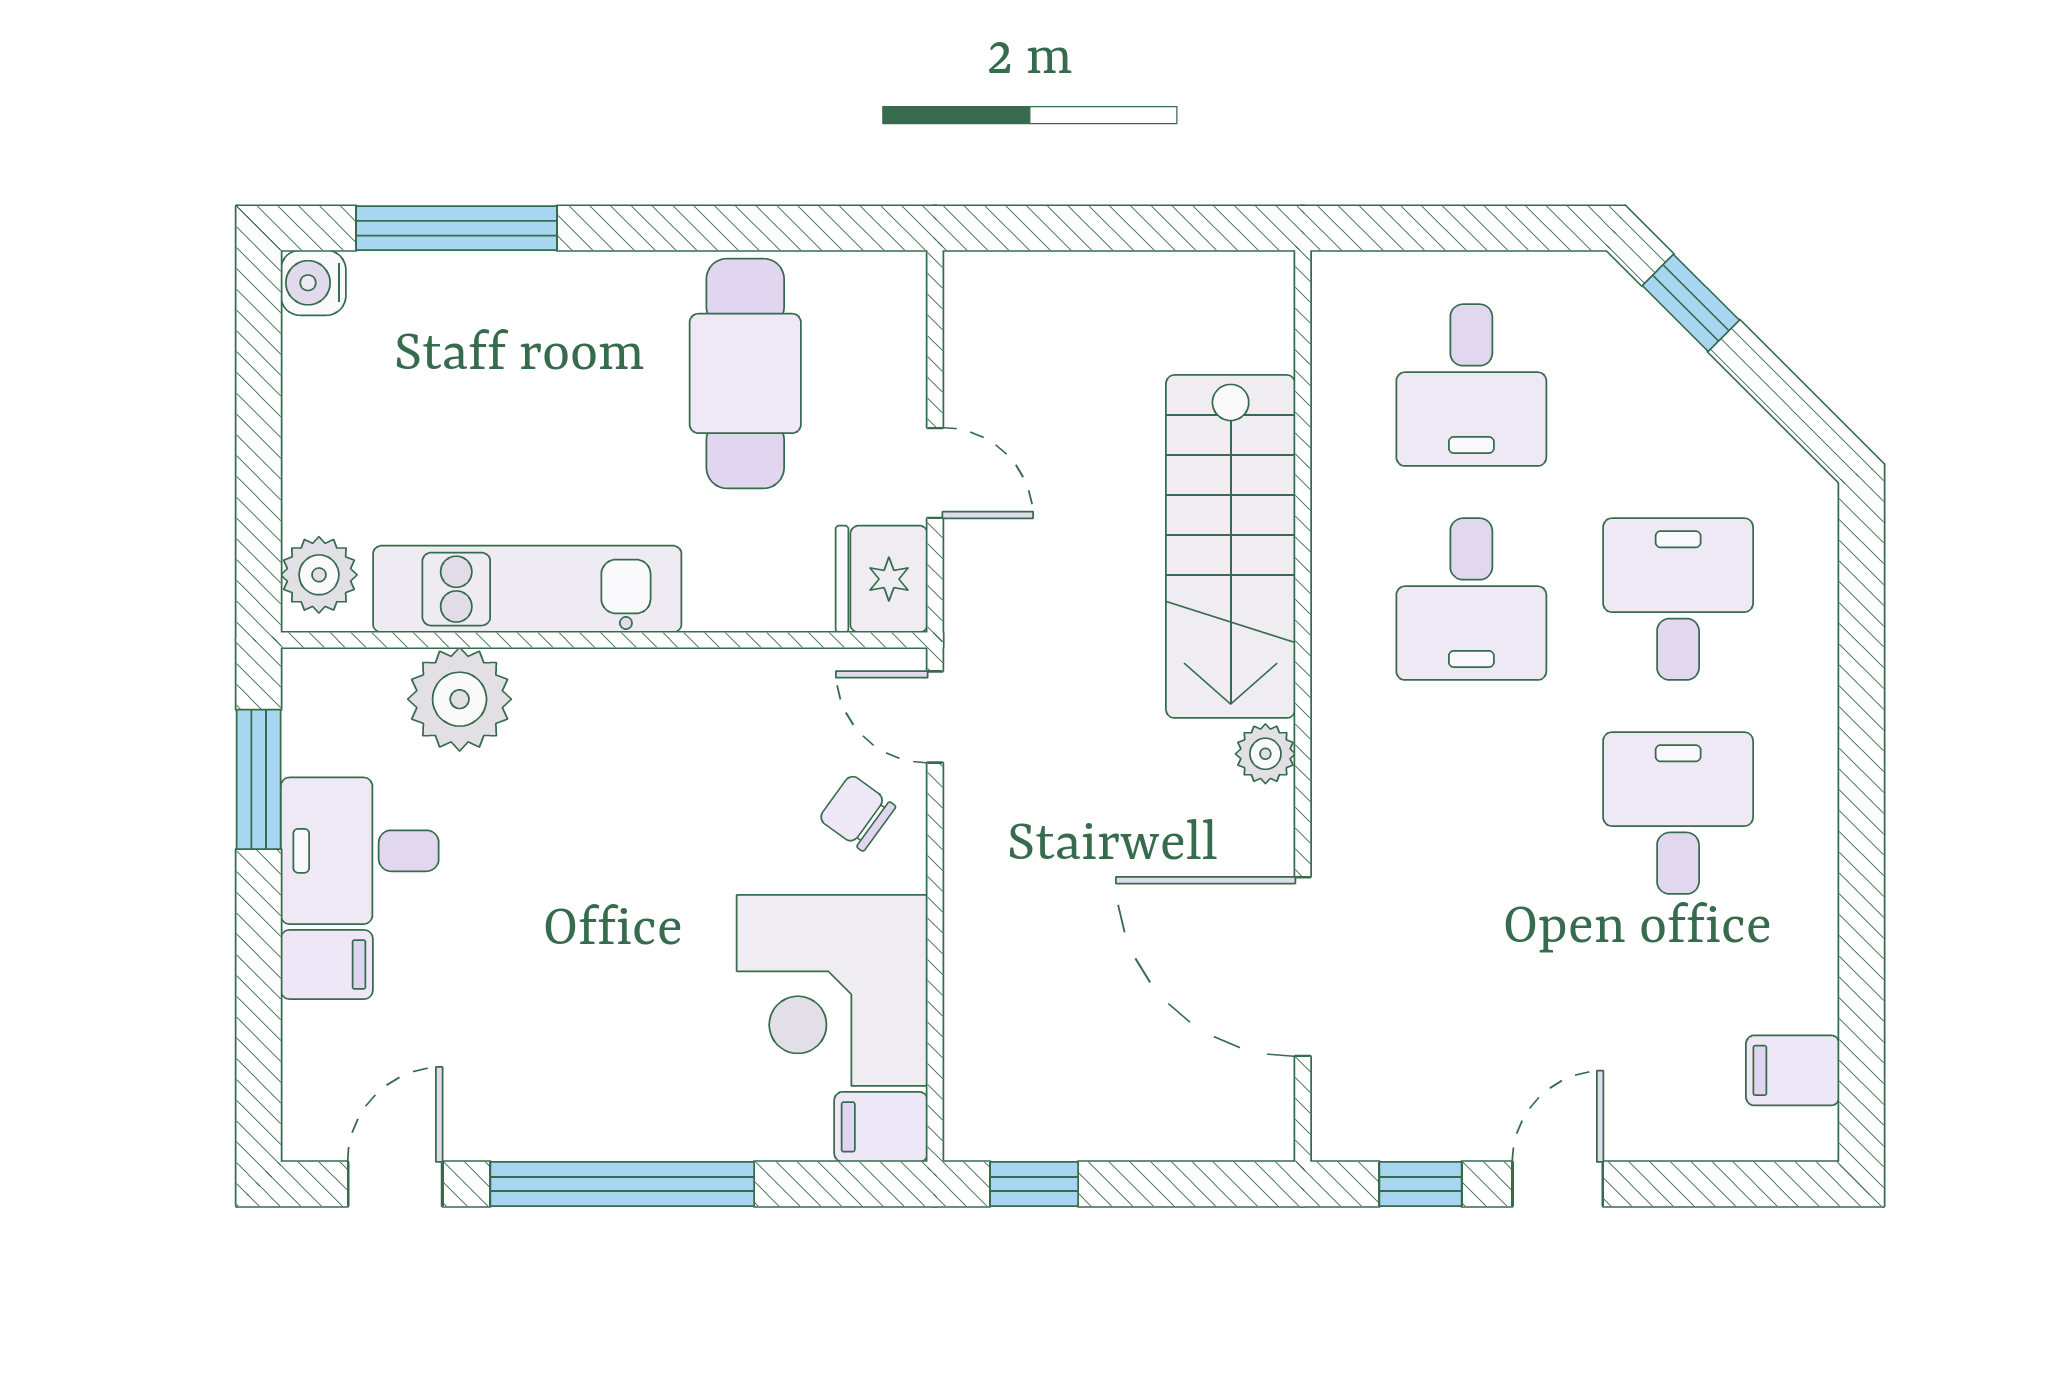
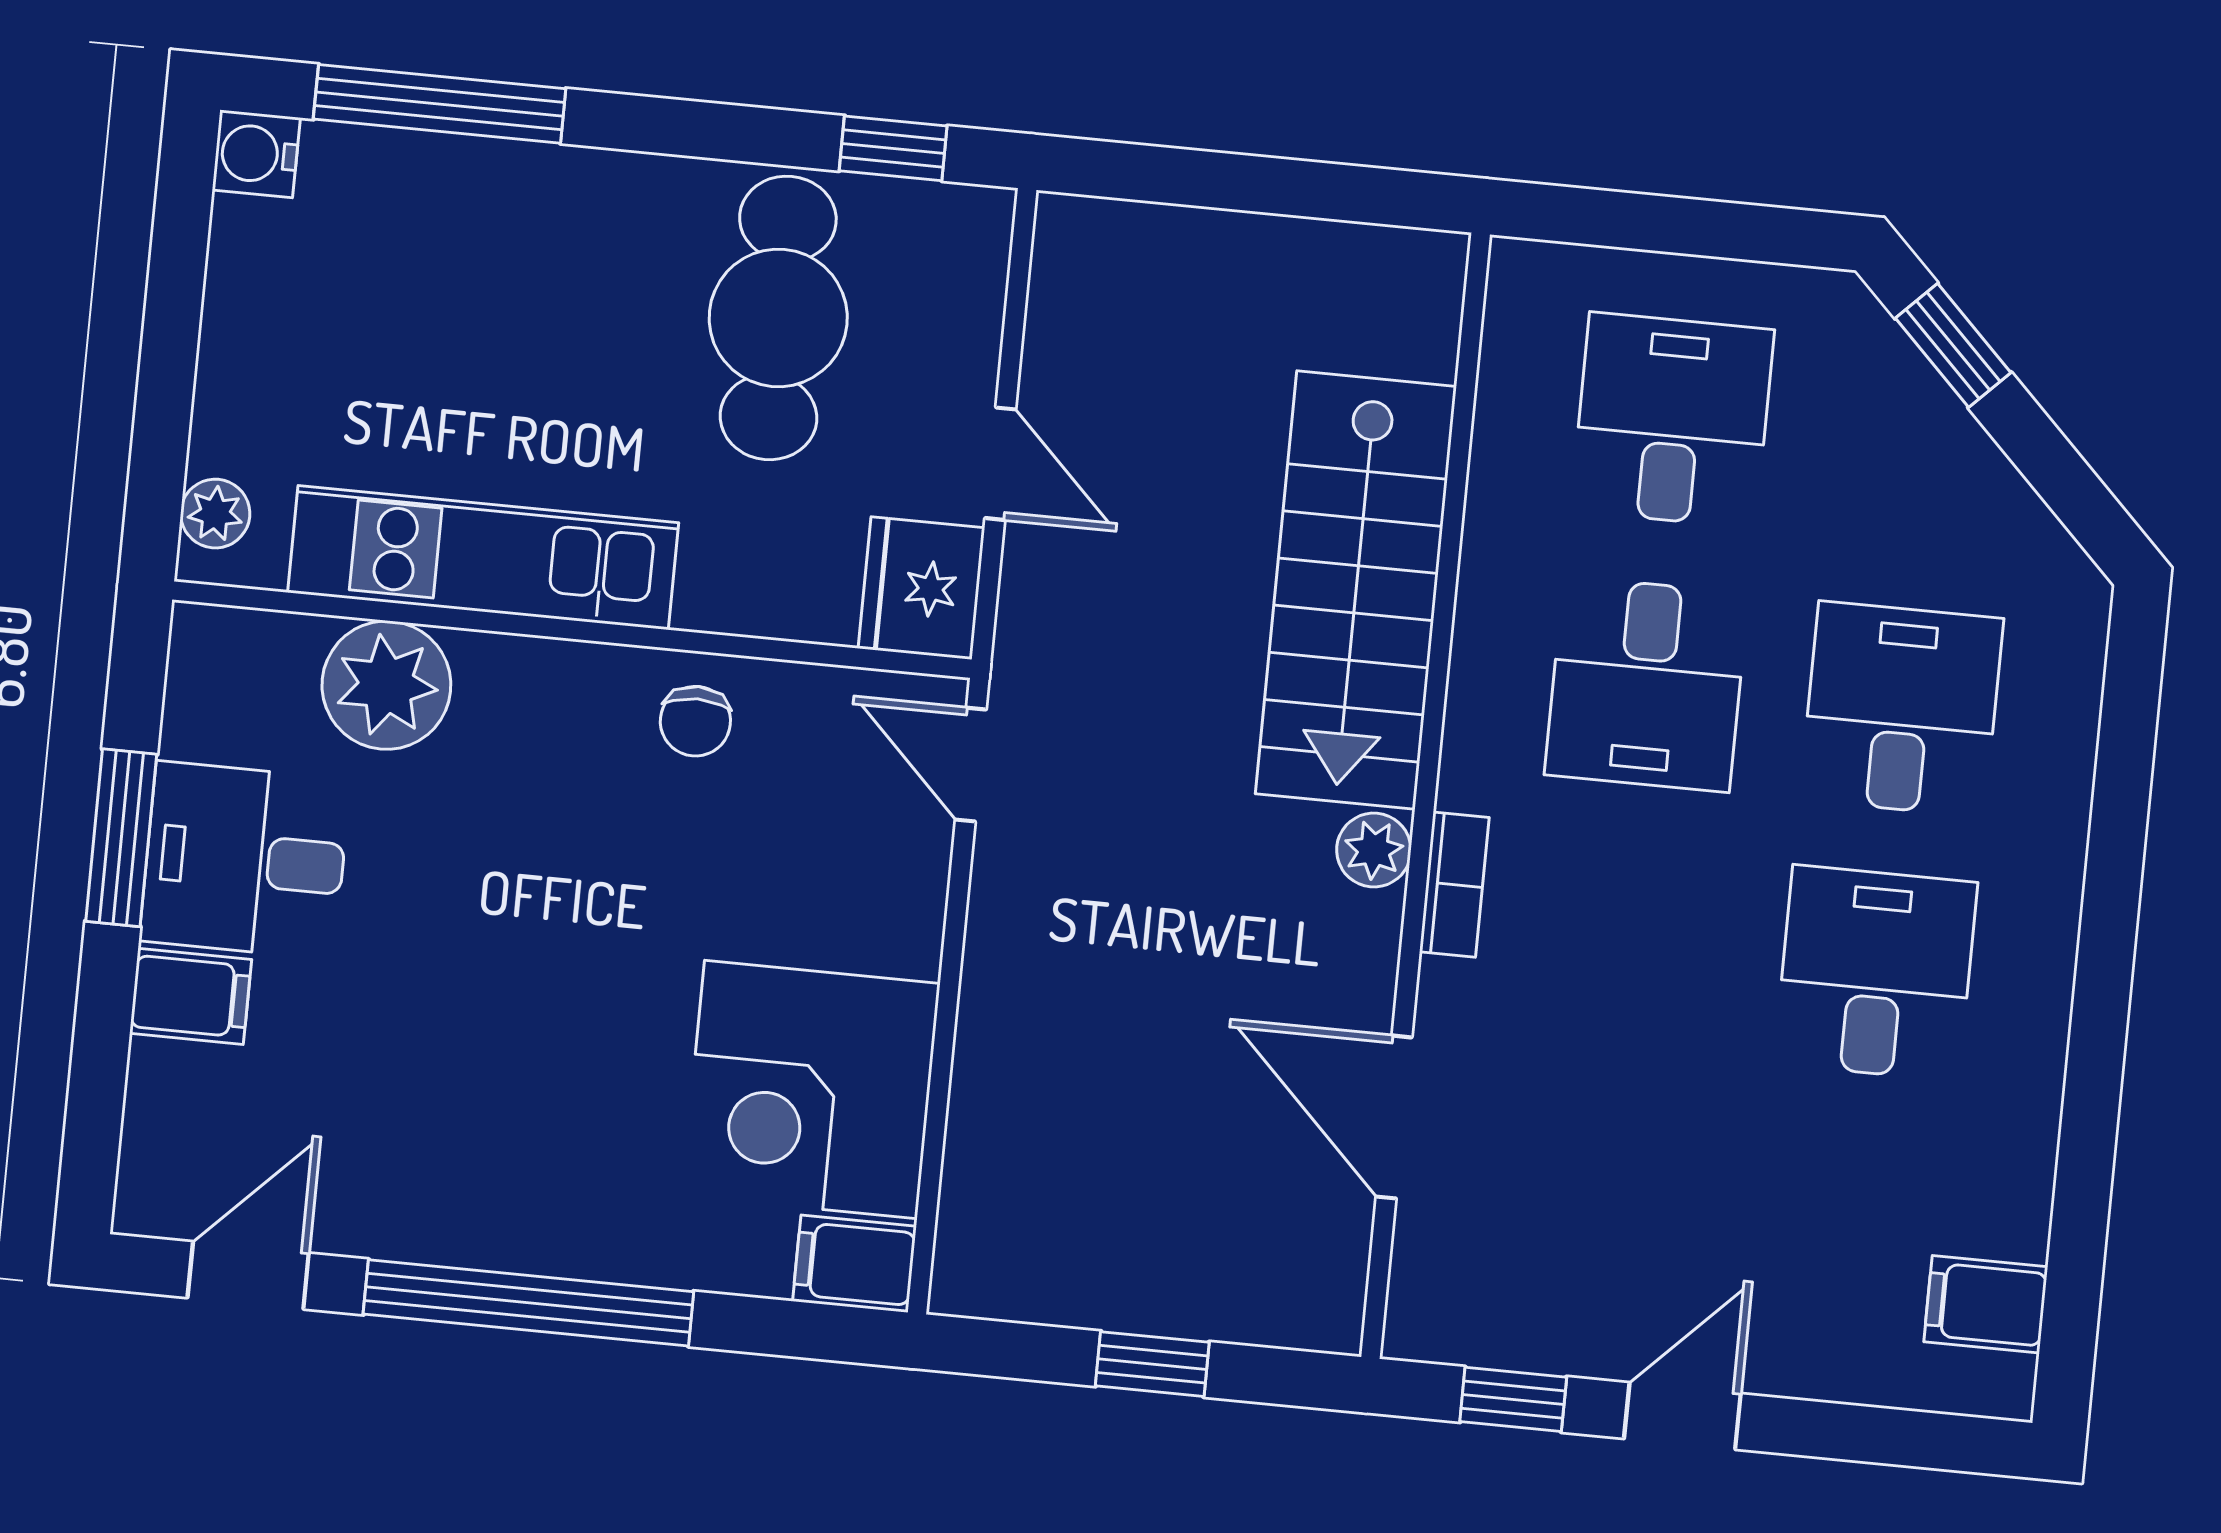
window: (824, 228) -> (893, 148), added
desk: (1471, 385) -> (1672, 420), turned 180
plant: (319, 575) -> (215, 514), width x0.73, depth x0.73
bookcase: (1333, 775) -> (1454, 885), added
window: (259, 779) -> (121, 838), moved
chair: (857, 813) -> (695, 721), moved, turned -126
door: (1303, 967) -> (1394, 1117), width x0.73
window: (1034, 1184) -> (1152, 1364), moved

